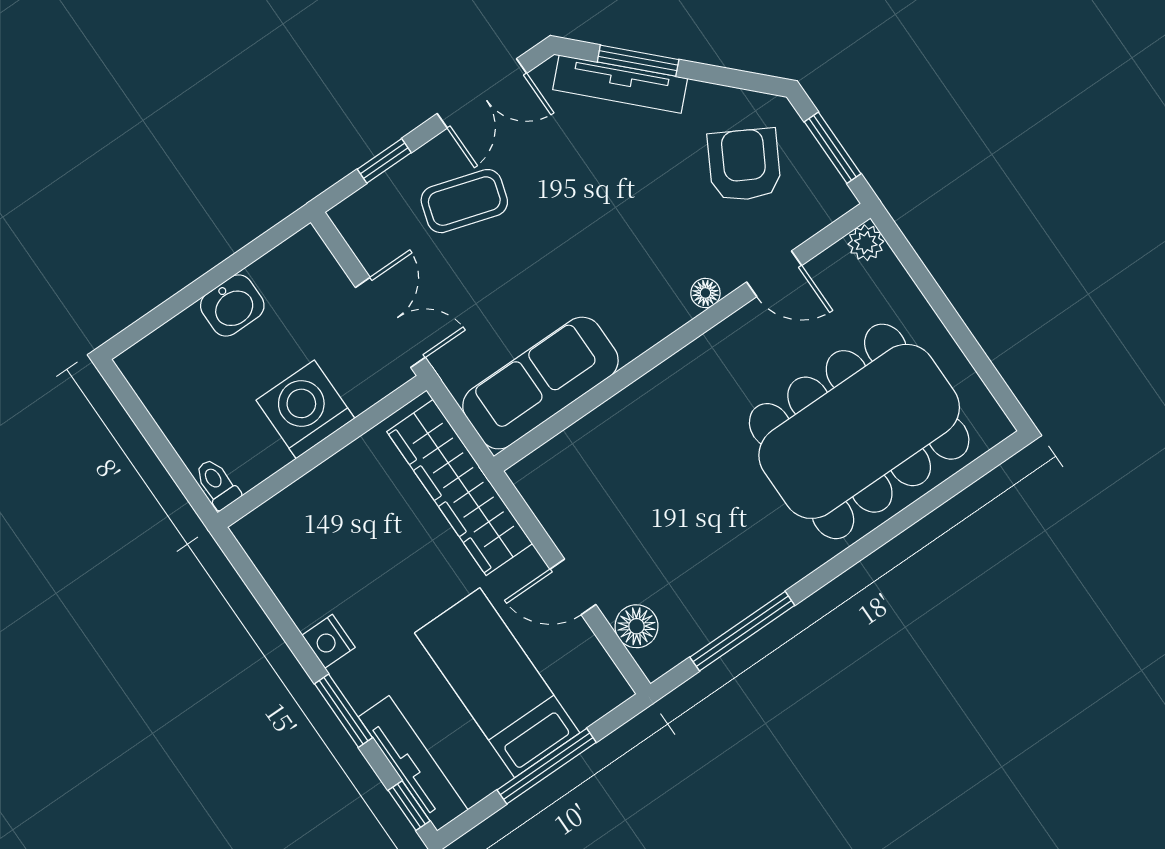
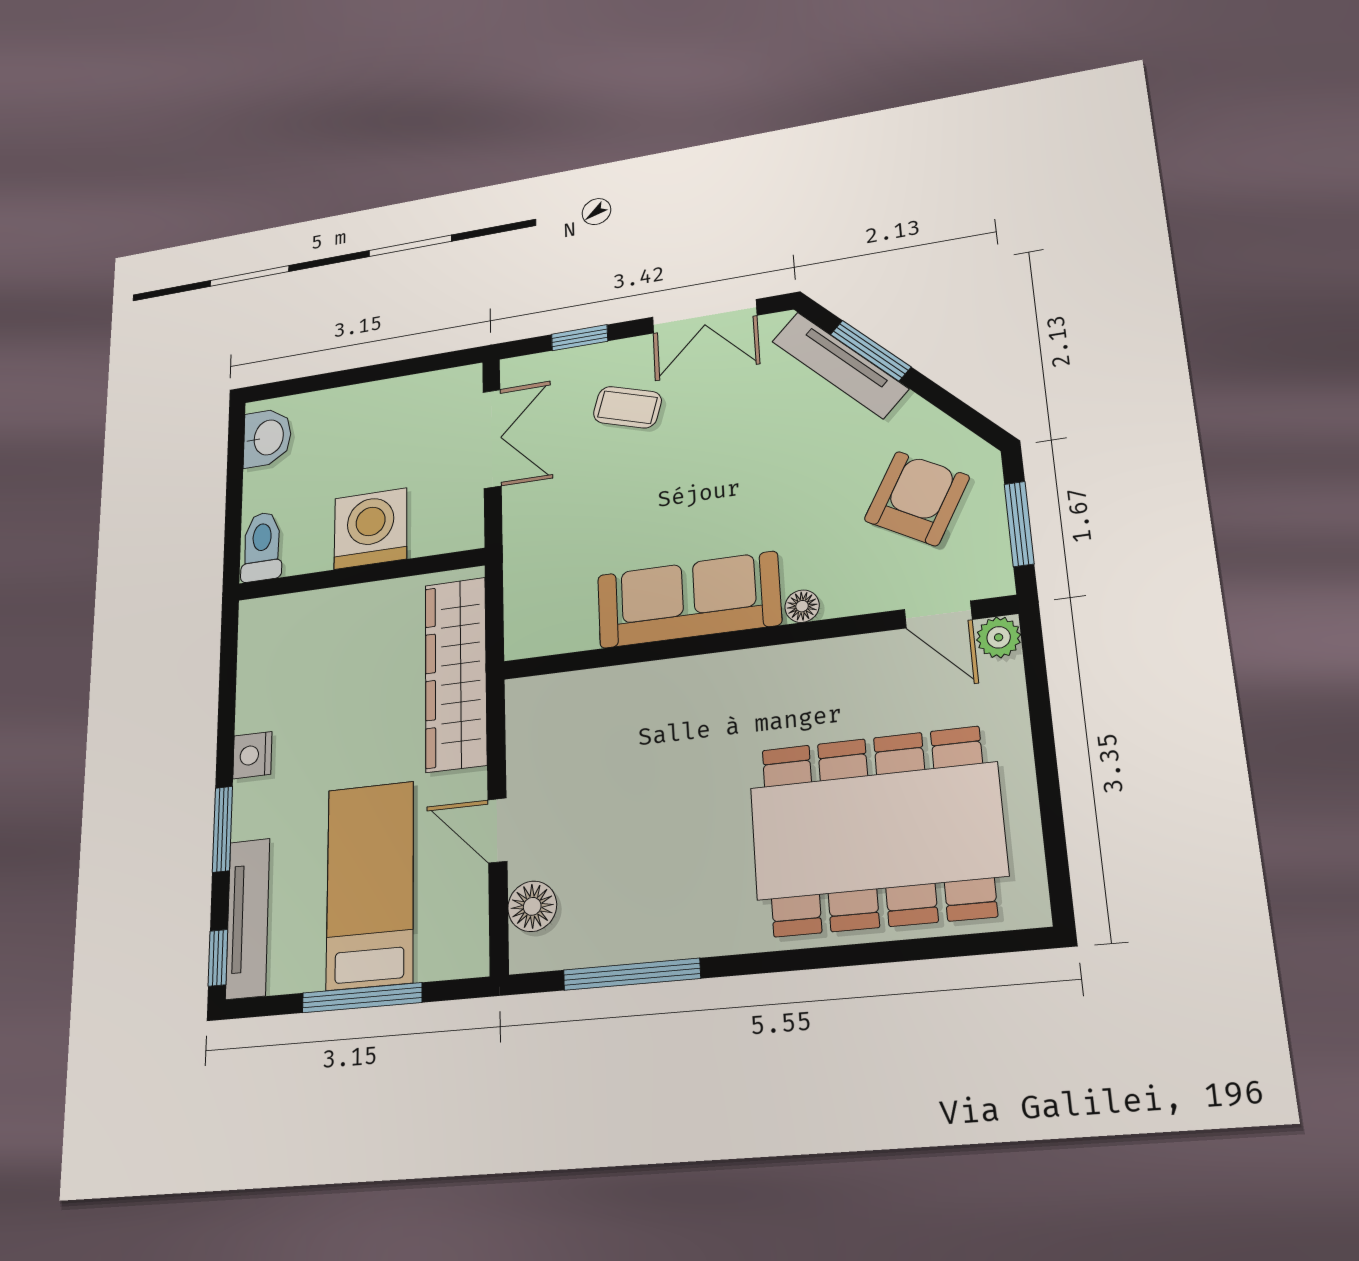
coffee table: (464, 201) -> (627, 407), width x0.73, depth x0.77
door: (774, 274) -> (938, 614), moved
washbasin: (232, 305) -> (267, 438), moved, turned -90
double door: (390, 322) -> (492, 439), moved
sofa: (540, 383) -> (688, 600), moved
toilet: (217, 484) -> (262, 547), width x1.37, depth x1.39

